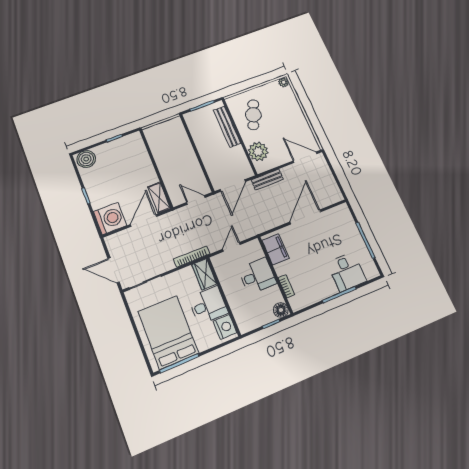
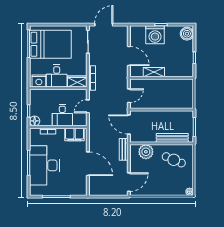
shelving: (159, 198) -> (154, 72), moved
washing machine: (110, 218) -> (155, 35), moved
door: (231, 247) -> (88, 106), swing flipped
desk: (347, 272) -> (44, 165), width x1.87, depth x1.30

